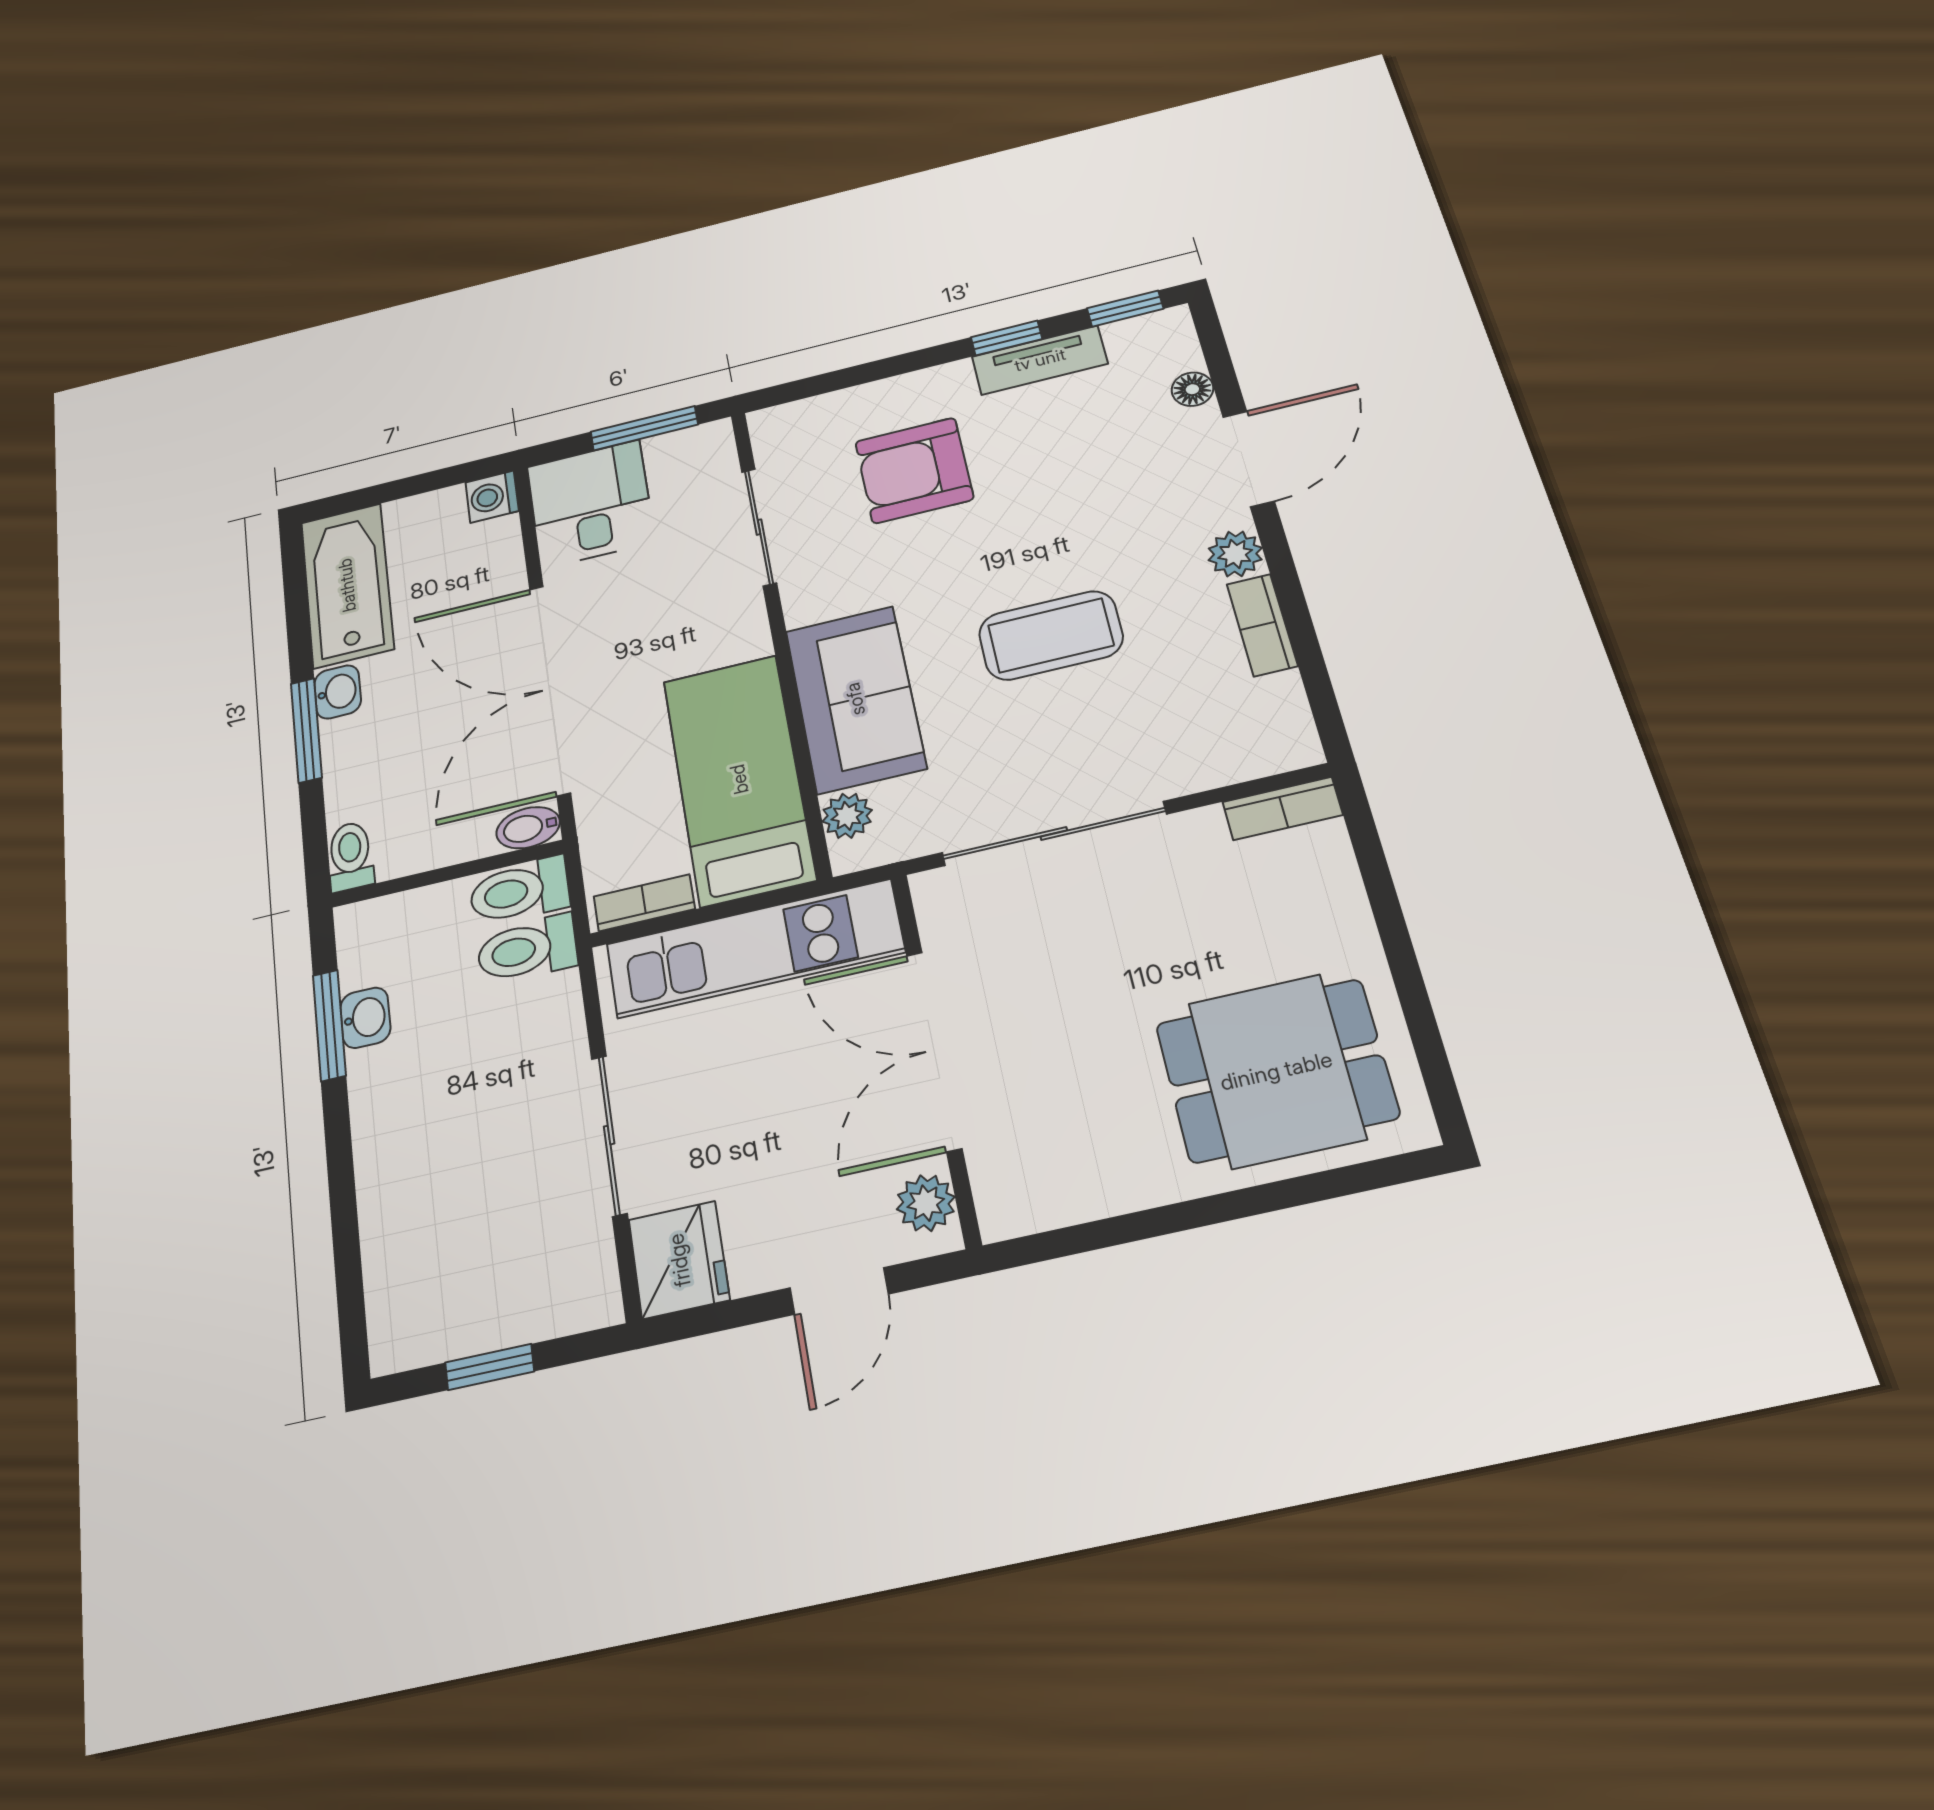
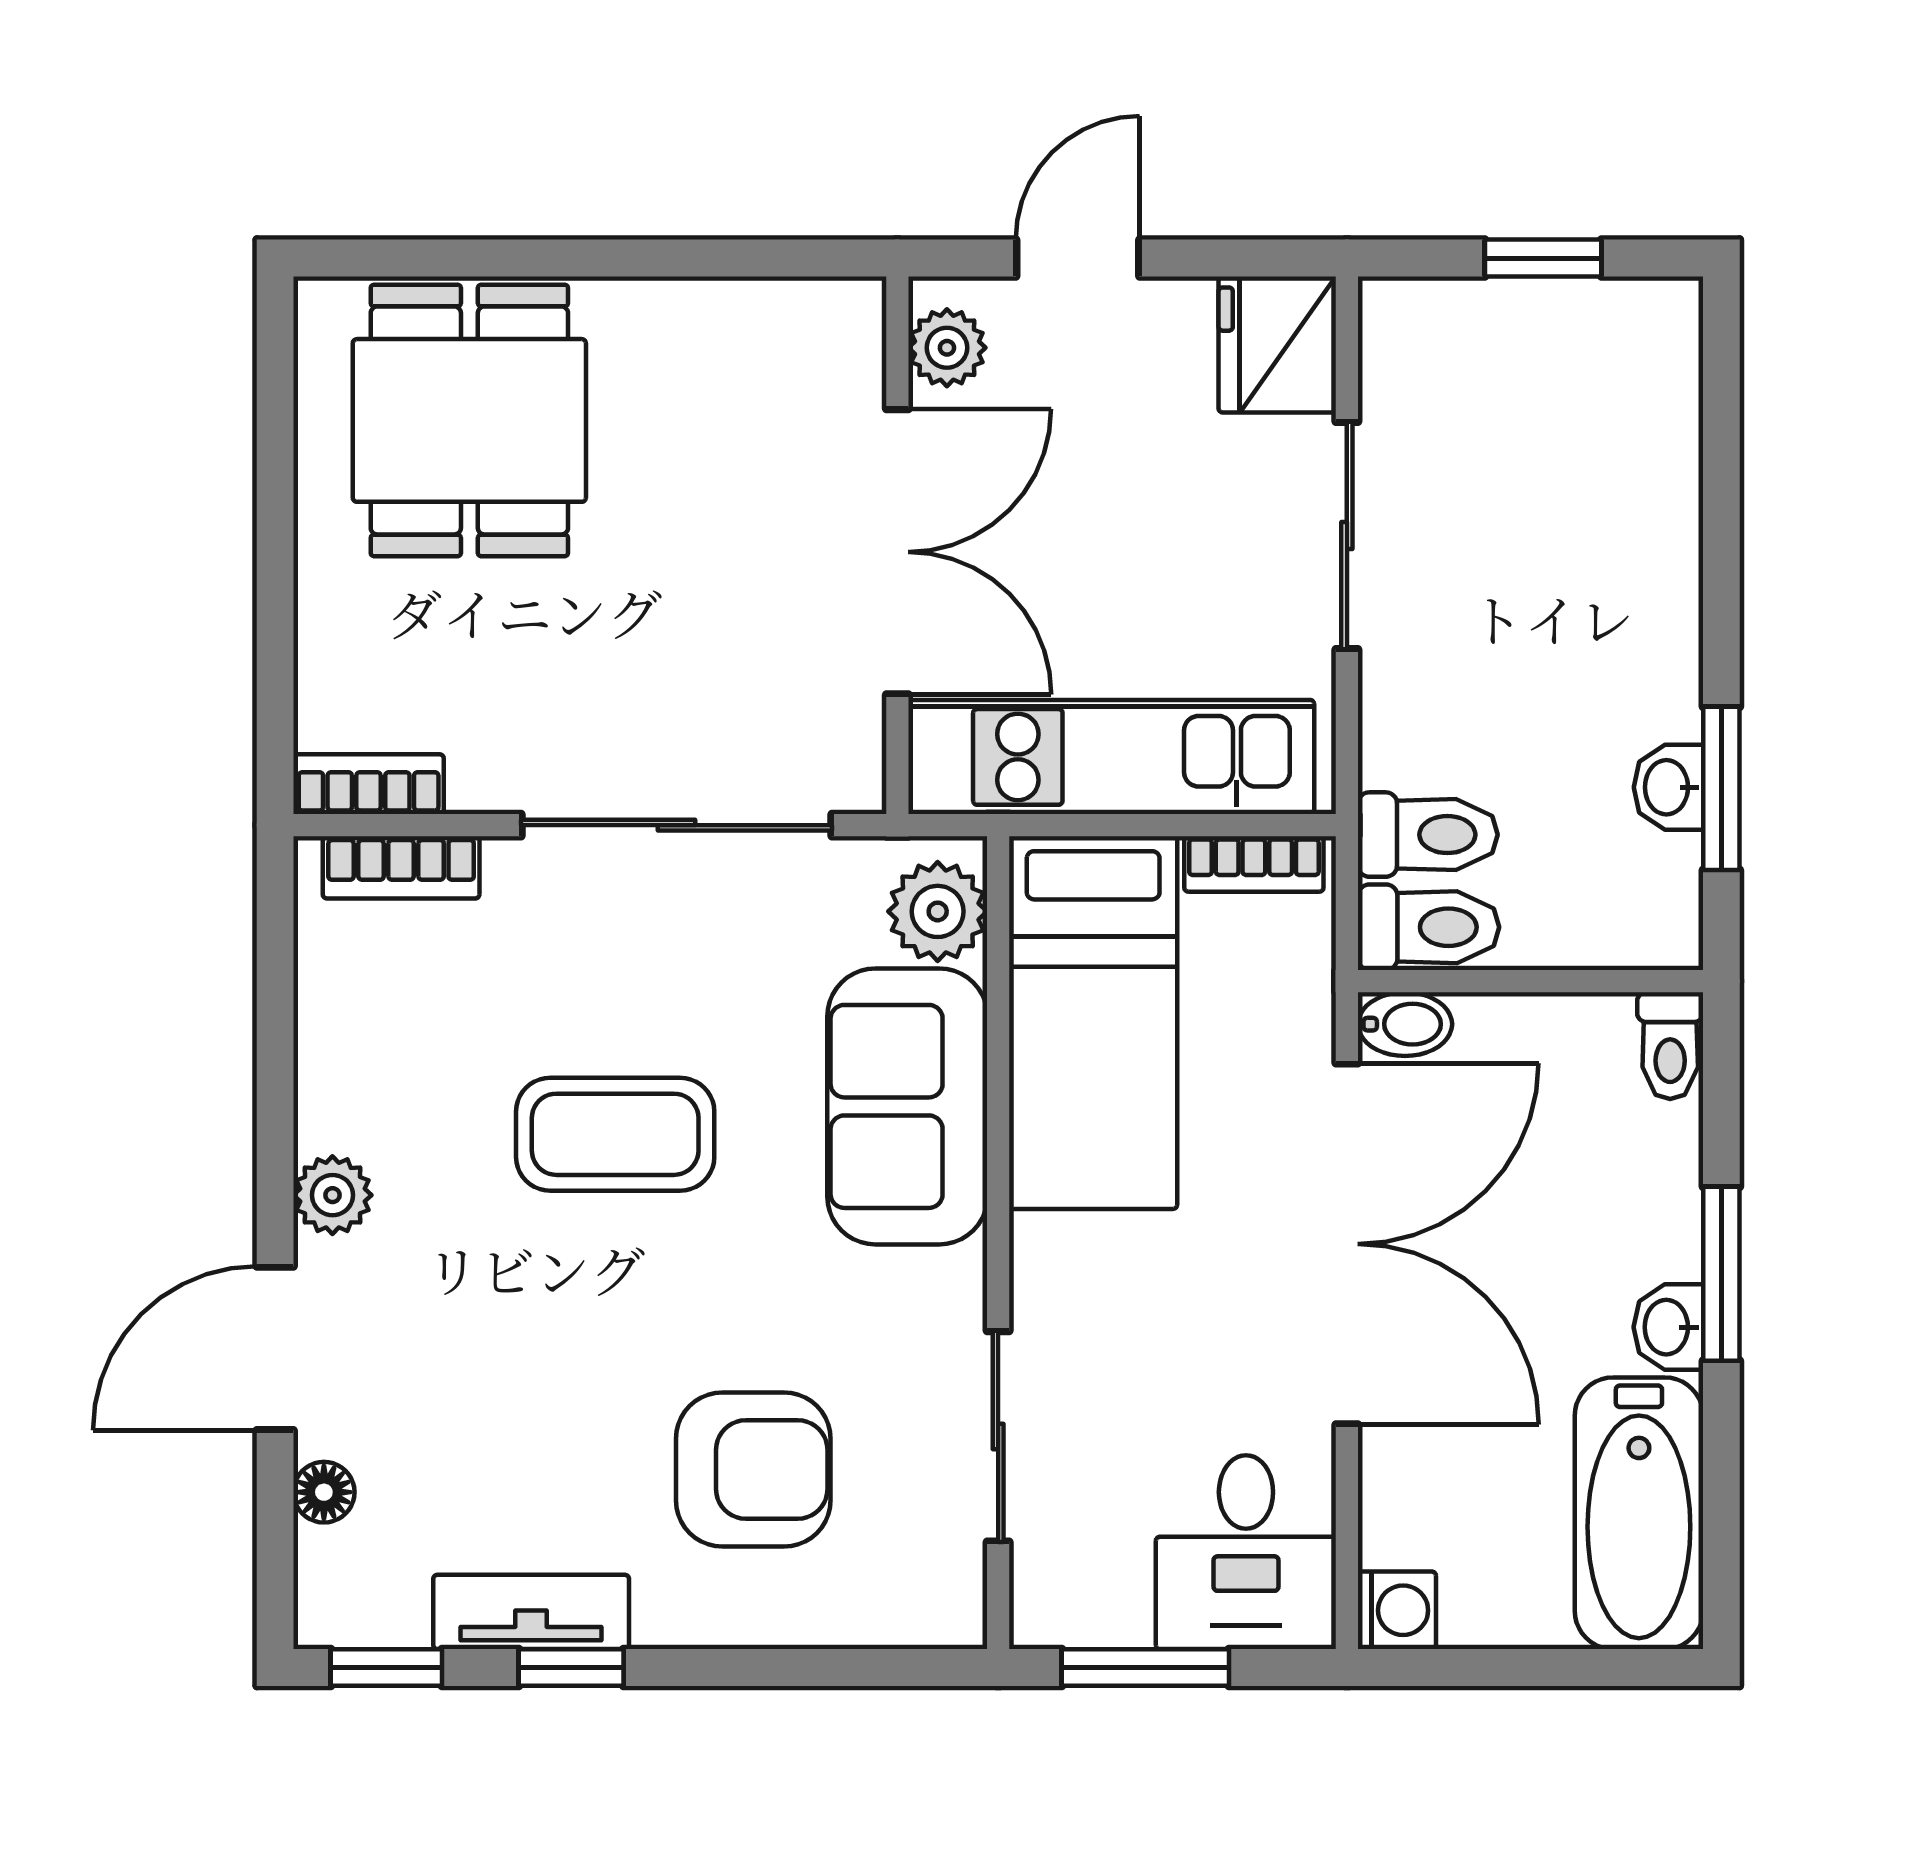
bookcase: (1262, 625) -> (401, 867), moved, turned 90
plant: (847, 816) -> (938, 911), width x1.38, depth x1.38
dining table: (1276, 1071) -> (469, 420), turned 90

